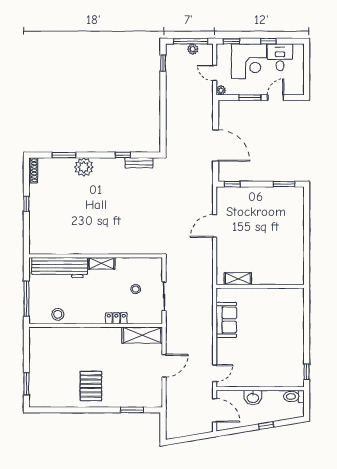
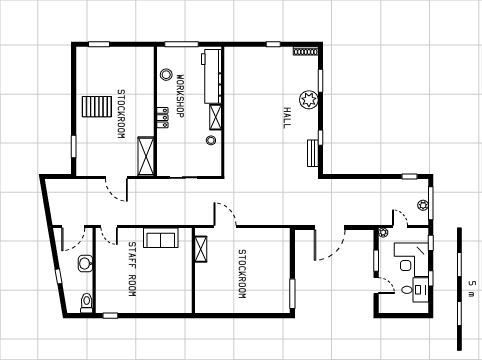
door: (215, 73) -> (400, 226), hinge flipped
window: (232, 184) -> (292, 244), removed
window: (284, 184) -> (292, 294), width x1.44
door: (215, 226) -> (225, 226), moved
stool: (136, 289) -> (211, 140), moved
locker: (116, 318) -> (162, 118), moved

